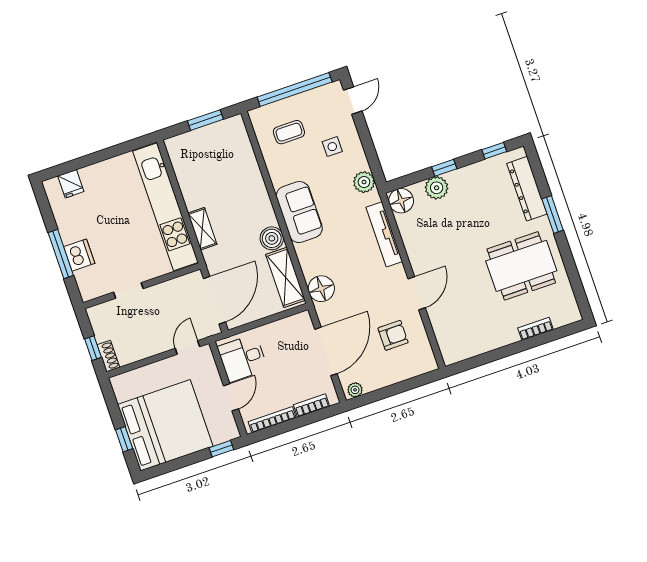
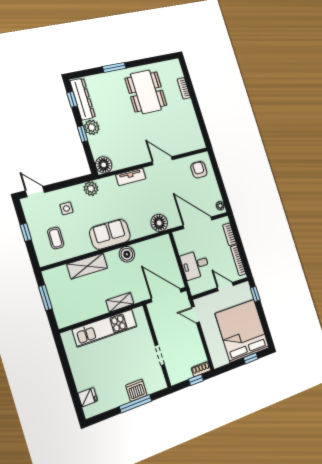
window: (295, 90) -> (26, 232), width x0.32
plant: (437, 188) -> (92, 127), moved
dresser: (527, 189) -> (83, 99), moved, turned -90
kitchen unit: (165, 207) -> (105, 328), width x0.73
tv unit: (384, 234) -> (131, 177), width x0.71
shelving: (285, 277) -> (87, 266), moved
armchair: (393, 335) -> (199, 170), moved
desk: (243, 358) -> (195, 265), moved, turned 90

